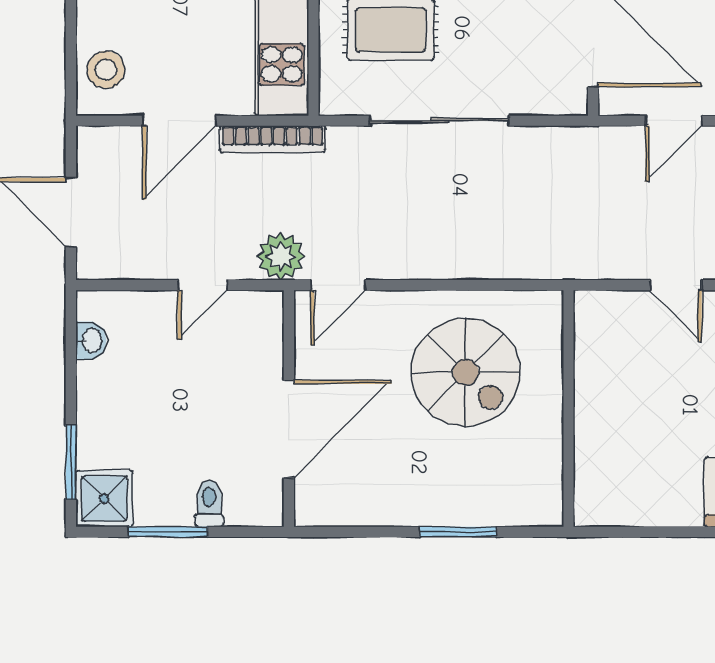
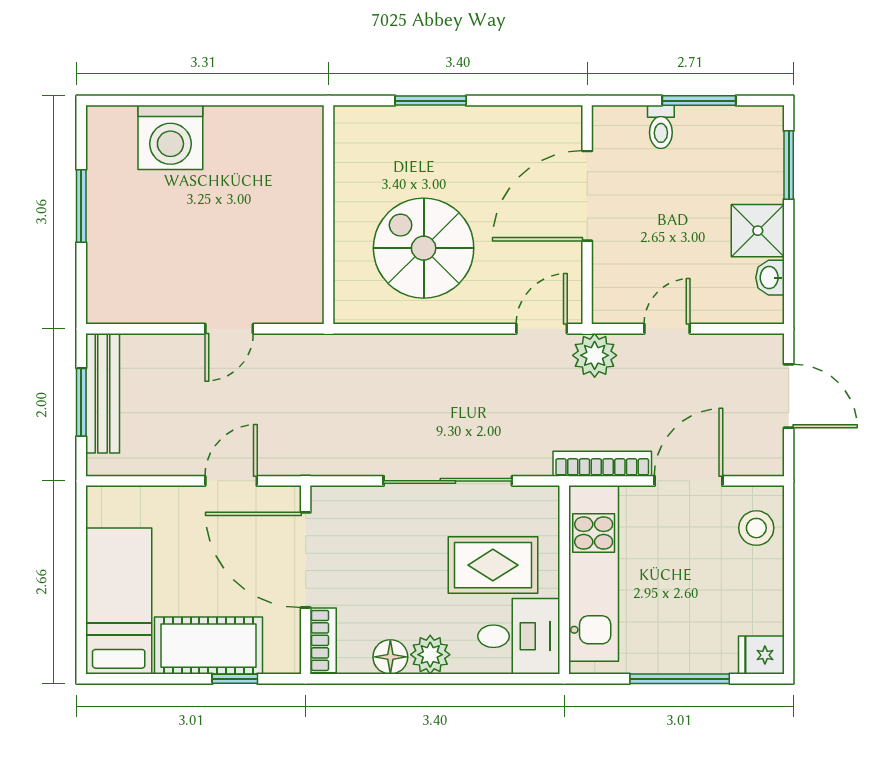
door: (676, 285) -> (229, 329), swing flipped
shower: (104, 498) -> (758, 231), moved

